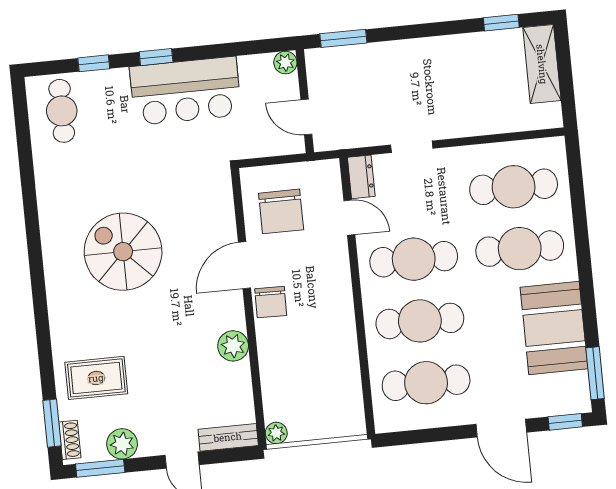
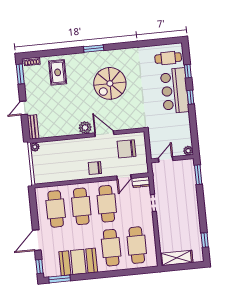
shelving: (542, 64) -> (177, 258), moved
bar counter: (185, 91) -> (175, 91), moved
spiral stairs: (123, 252) -> (110, 83), turned 180
chair: (271, 302) -> (95, 168), moved
plant: (233, 346) -> (85, 128), moved
window: (52, 423) -> (94, 49), moved
plant: (122, 444) -> (30, 83), removed

